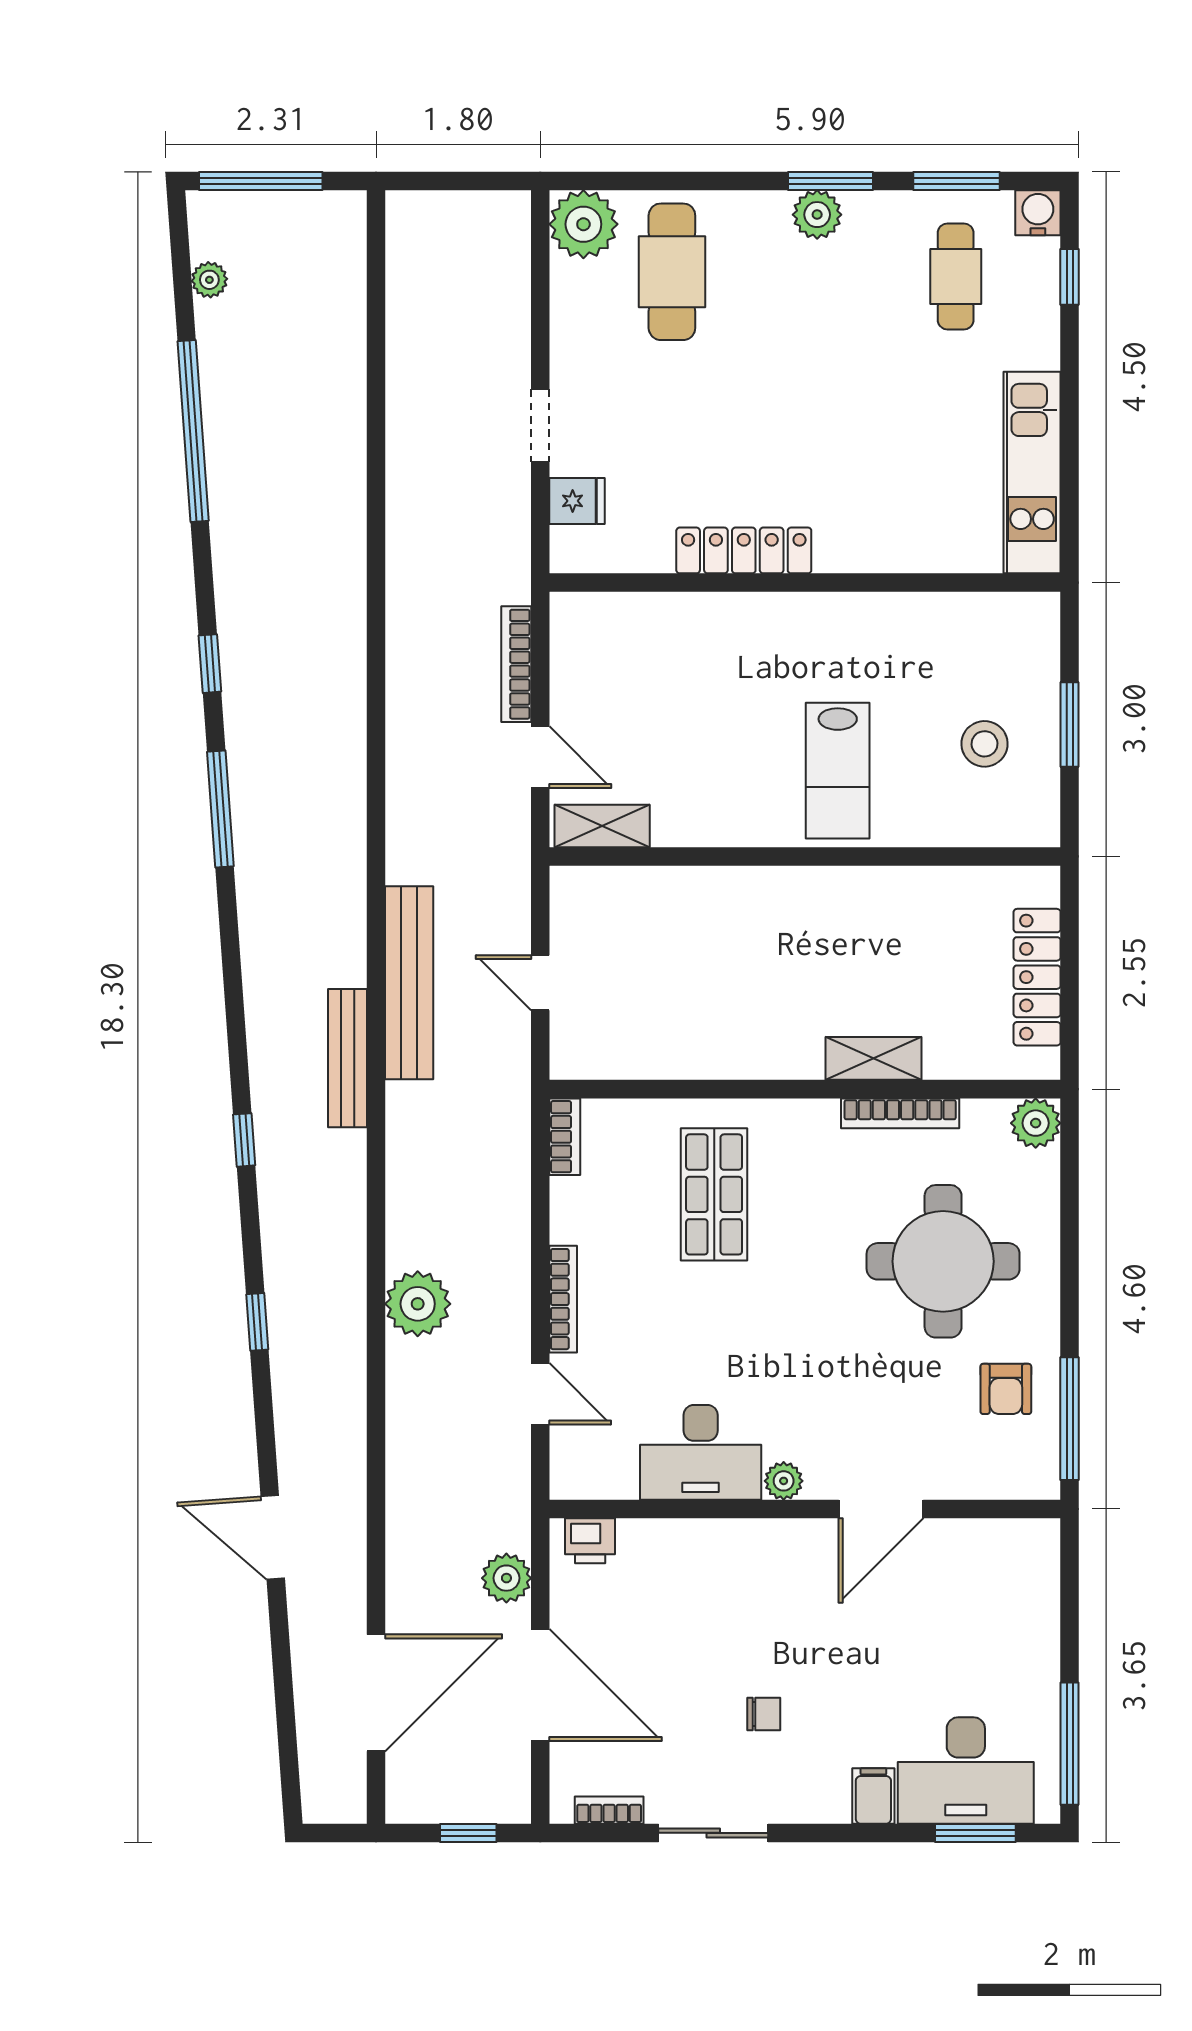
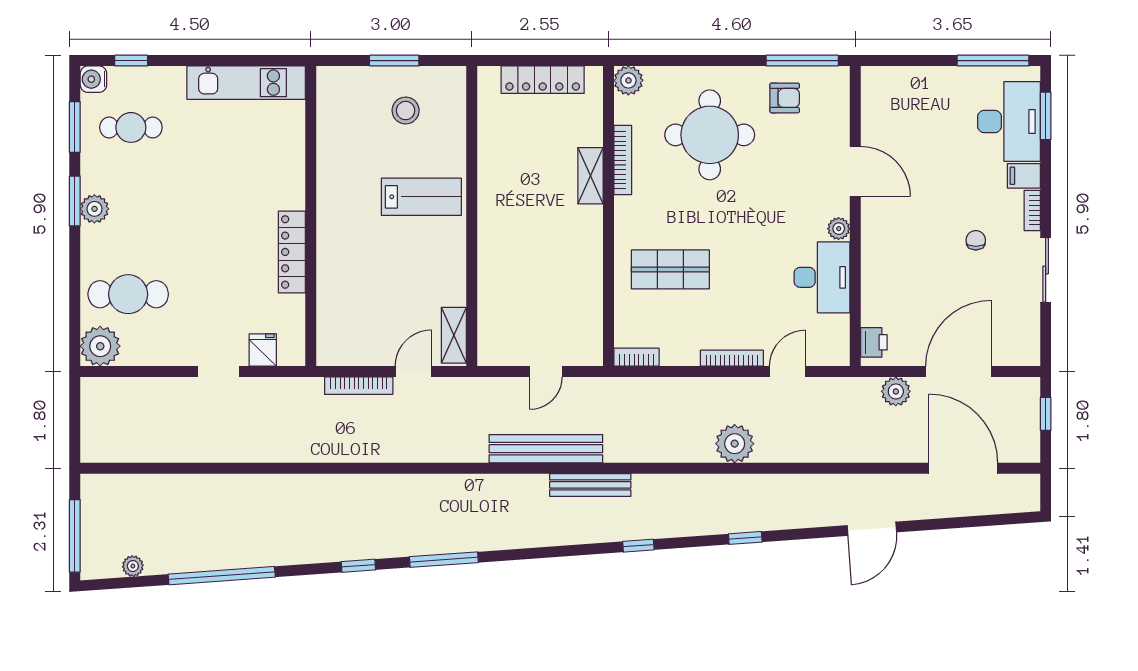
bookcase: (609, 1810) -> (1032, 210), moved

